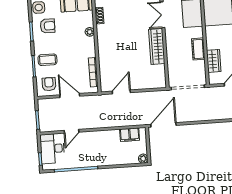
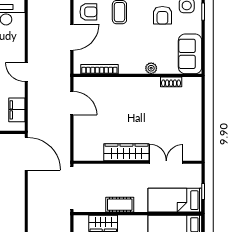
door: (71, 131) -> (26, 72), moved

